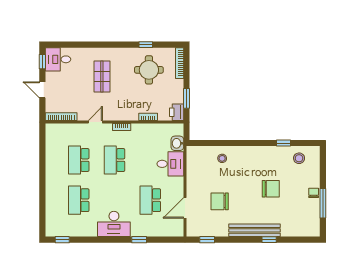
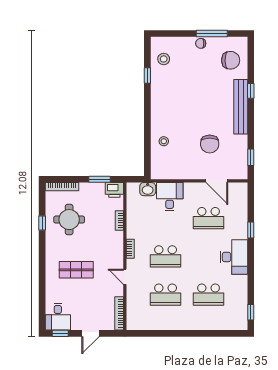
chair: (271, 189) -> (231, 60), moved, turned 90

